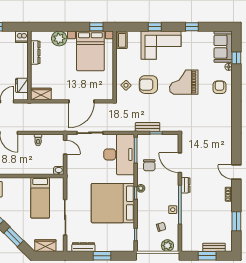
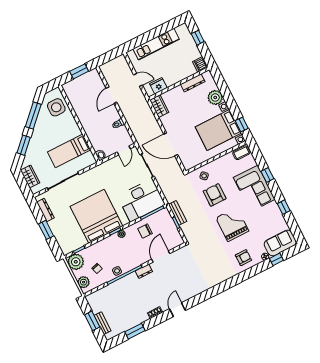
plant: (145, 243) -> (76, 262), added

